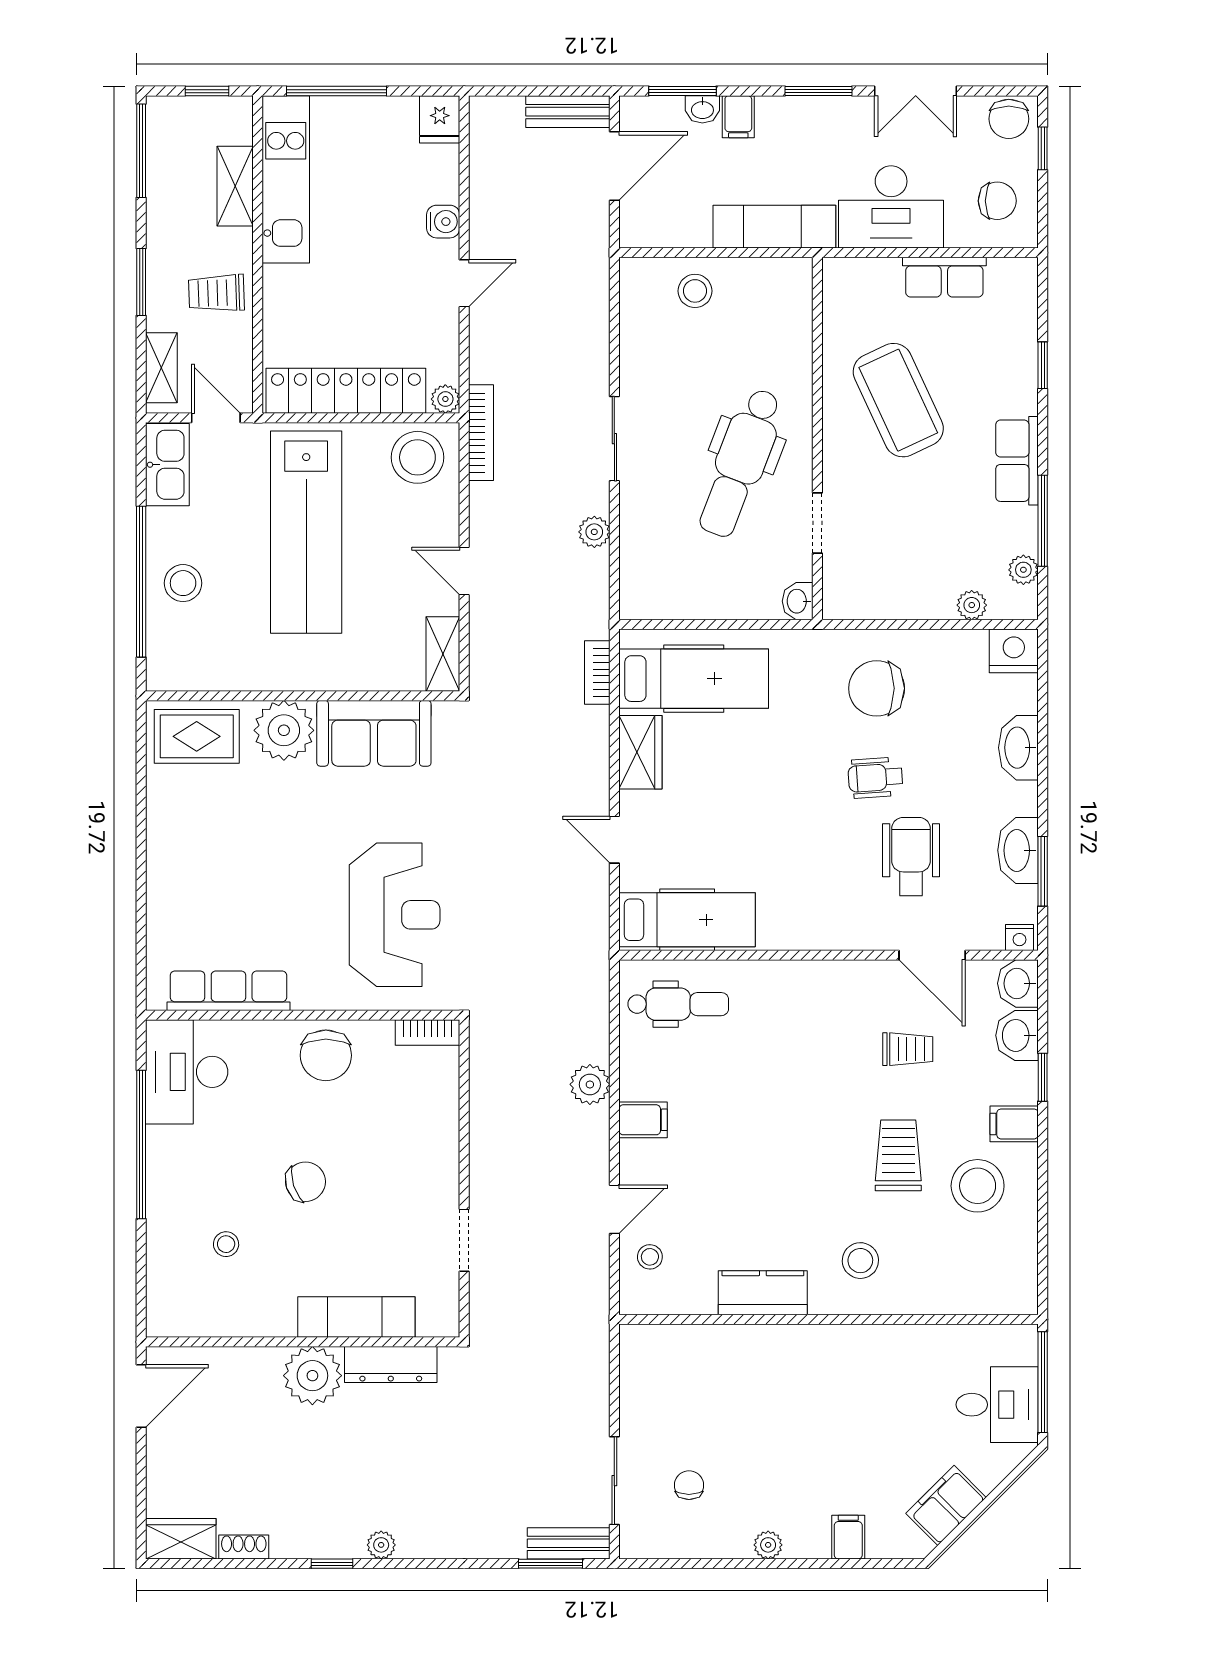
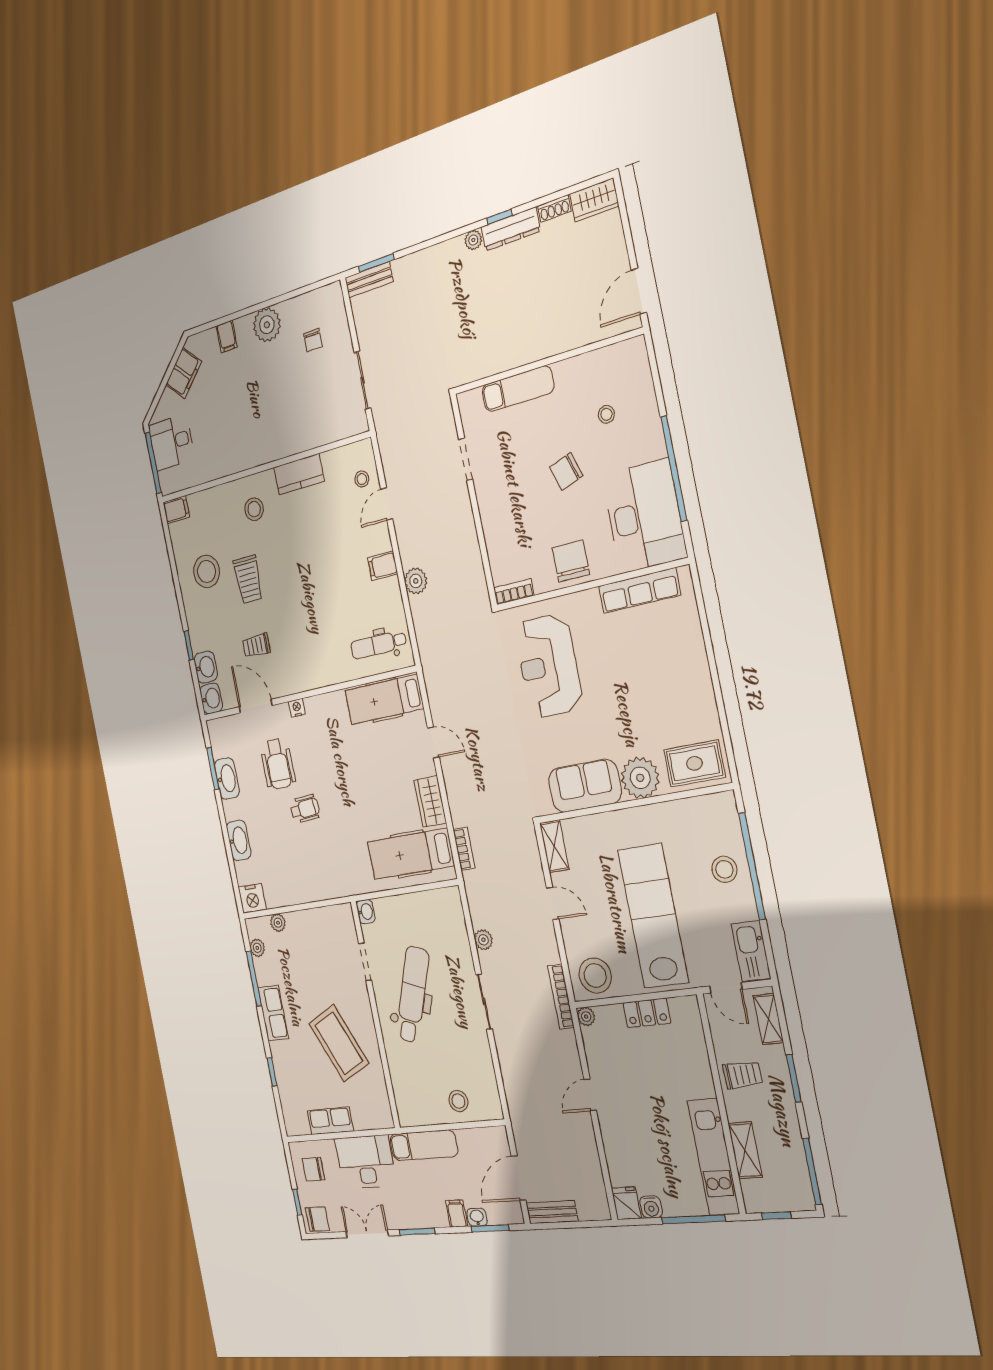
chair: (1009, 119) -> (317, 1219), turned 90
water cooler: (443, 222) -> (651, 1207), moved, turned -90
locker: (346, 391) -> (647, 1013), width x0.46, depth x0.83
chair: (877, 688) -> (315, 864), removed
nightstand: (1019, 937) -> (297, 708), moved
desk: (187, 1072) -> (644, 516), width x1.36, depth x1.30
filing cabinet: (1014, 1124) -> (176, 510), moved
dresser: (391, 1365) -> (511, 229), moved, turned 180
plant: (312, 1376) -> (536, 341), removed
sliding door: (614, 1481) -> (362, 380), moved
plant: (768, 1545) -> (267, 325), width x1.88, depth x1.88

